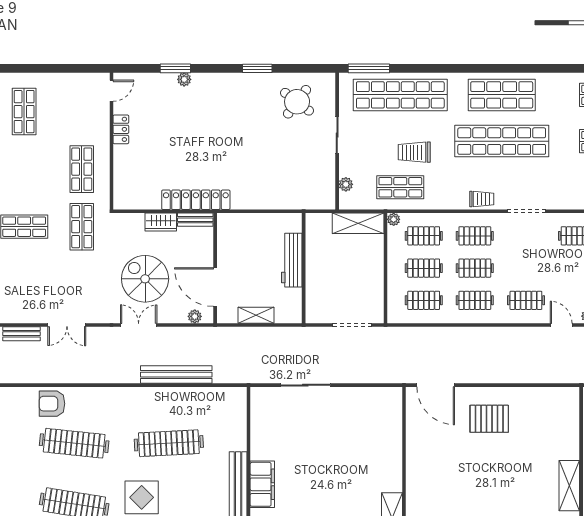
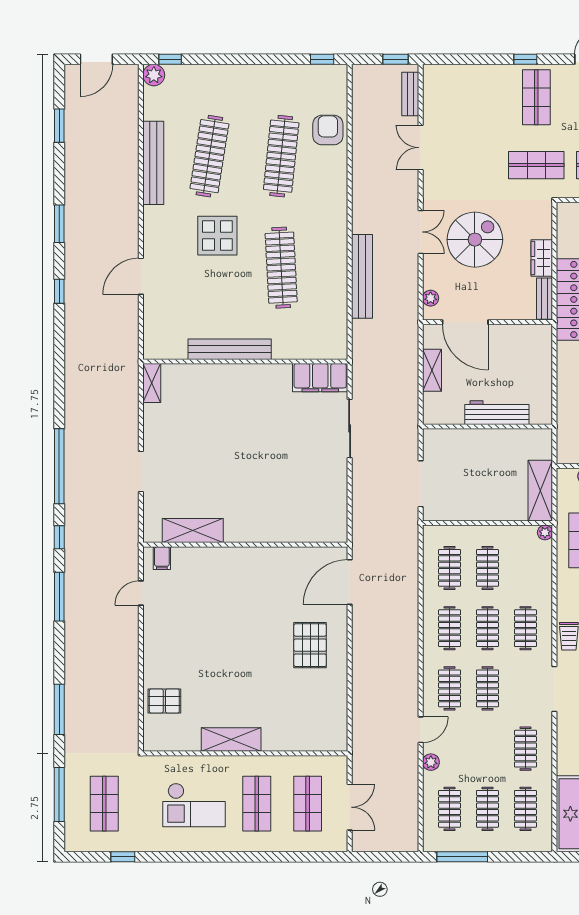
clothes rail: (424, 236) -> (487, 688), moved
door: (215, 287) -> (465, 322), swing flipped
filing cabinet: (262, 484) -> (320, 378), moved

